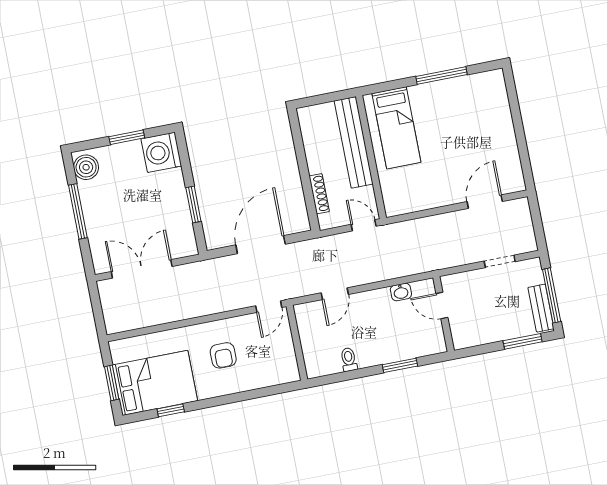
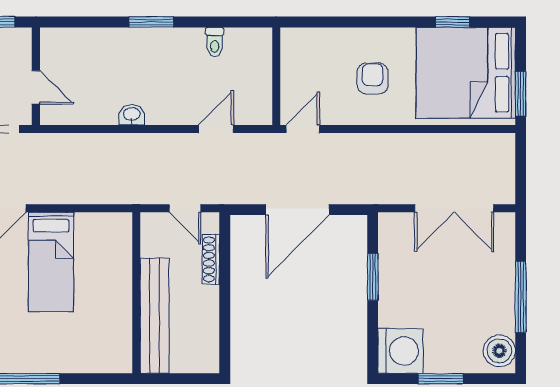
bed: (396, 128) -> (51, 262), moved, turned 180
door: (364, 225) -> (185, 208), moved
door: (442, 305) -> (36, 87), moved
wall: (444, 314) -> (36, 76), moved
window: (112, 383) -> (521, 94), moved
bed: (155, 383) -> (466, 73), width x1.36

